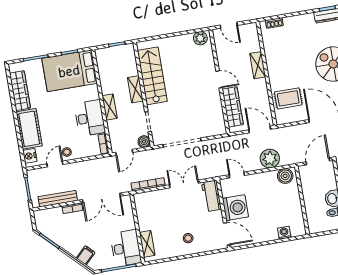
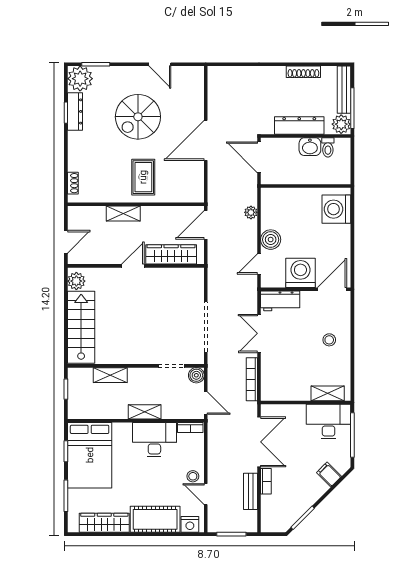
stairs: (152, 76) -> (81, 327), moved, turned 90
shelving: (135, 89) -> (110, 375), moved
rug: (288, 98) -> (143, 177), moved
plant: (270, 159) -> (251, 212), width x0.53, depth x0.53
boiler: (285, 176) -> (271, 240), moved
bench: (58, 199) -> (250, 491), width x0.73
washing machine: (284, 233) -> (336, 209), width x1.89, depth x1.89

